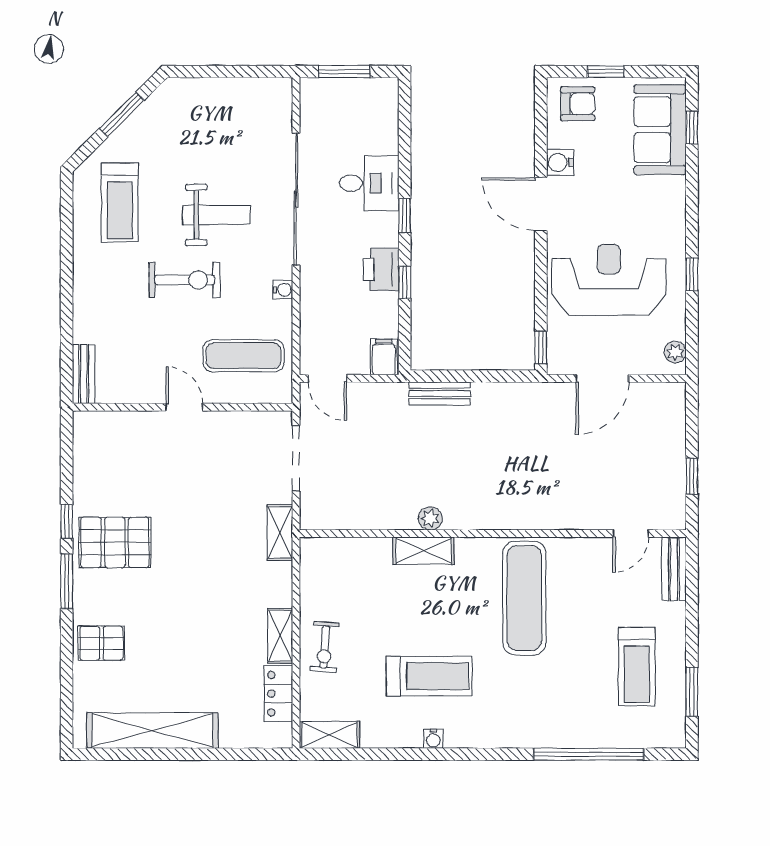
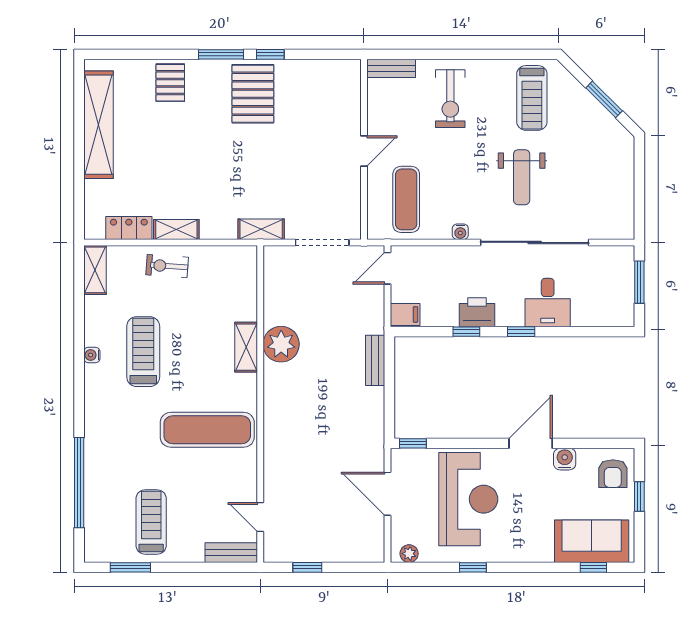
treadmill: (120, 202) -> (532, 98), turned -90
exercise bike: (185, 280) -> (450, 99), moved
plant: (430, 518) -> (281, 344), width x1.87, depth x1.87
treadmill: (637, 666) -> (151, 522), turned 90
treadmill: (429, 676) -> (143, 352), turned 180

